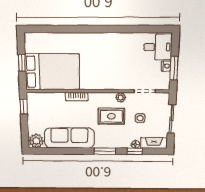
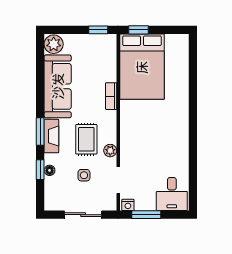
window: (22, 63) -> (138, 30), moved
nightstand: (166, 66) -> (128, 205), moved
fireplace: (154, 143) -> (51, 136), moved

